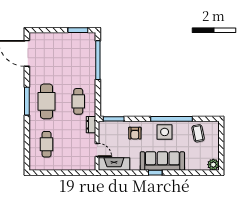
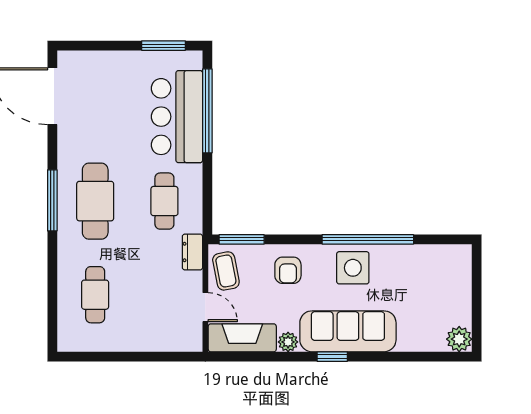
bar counter: (84, 63) -> (177, 117), added
coffee table: (198, 133) -> (226, 271), moved
plant: (135, 166) -> (288, 342), added

